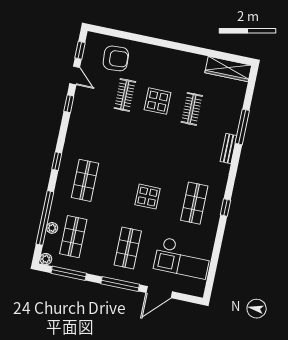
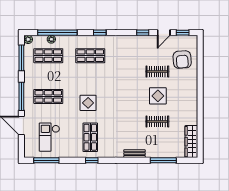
window: (242, 127) -> (163, 160), moved
shop shelf: (194, 203) -> (90, 137), turned 90
checkout: (182, 258) -> (49, 137), width x0.73, depth x0.83
window: (213, 268) -> (46, 160), added

